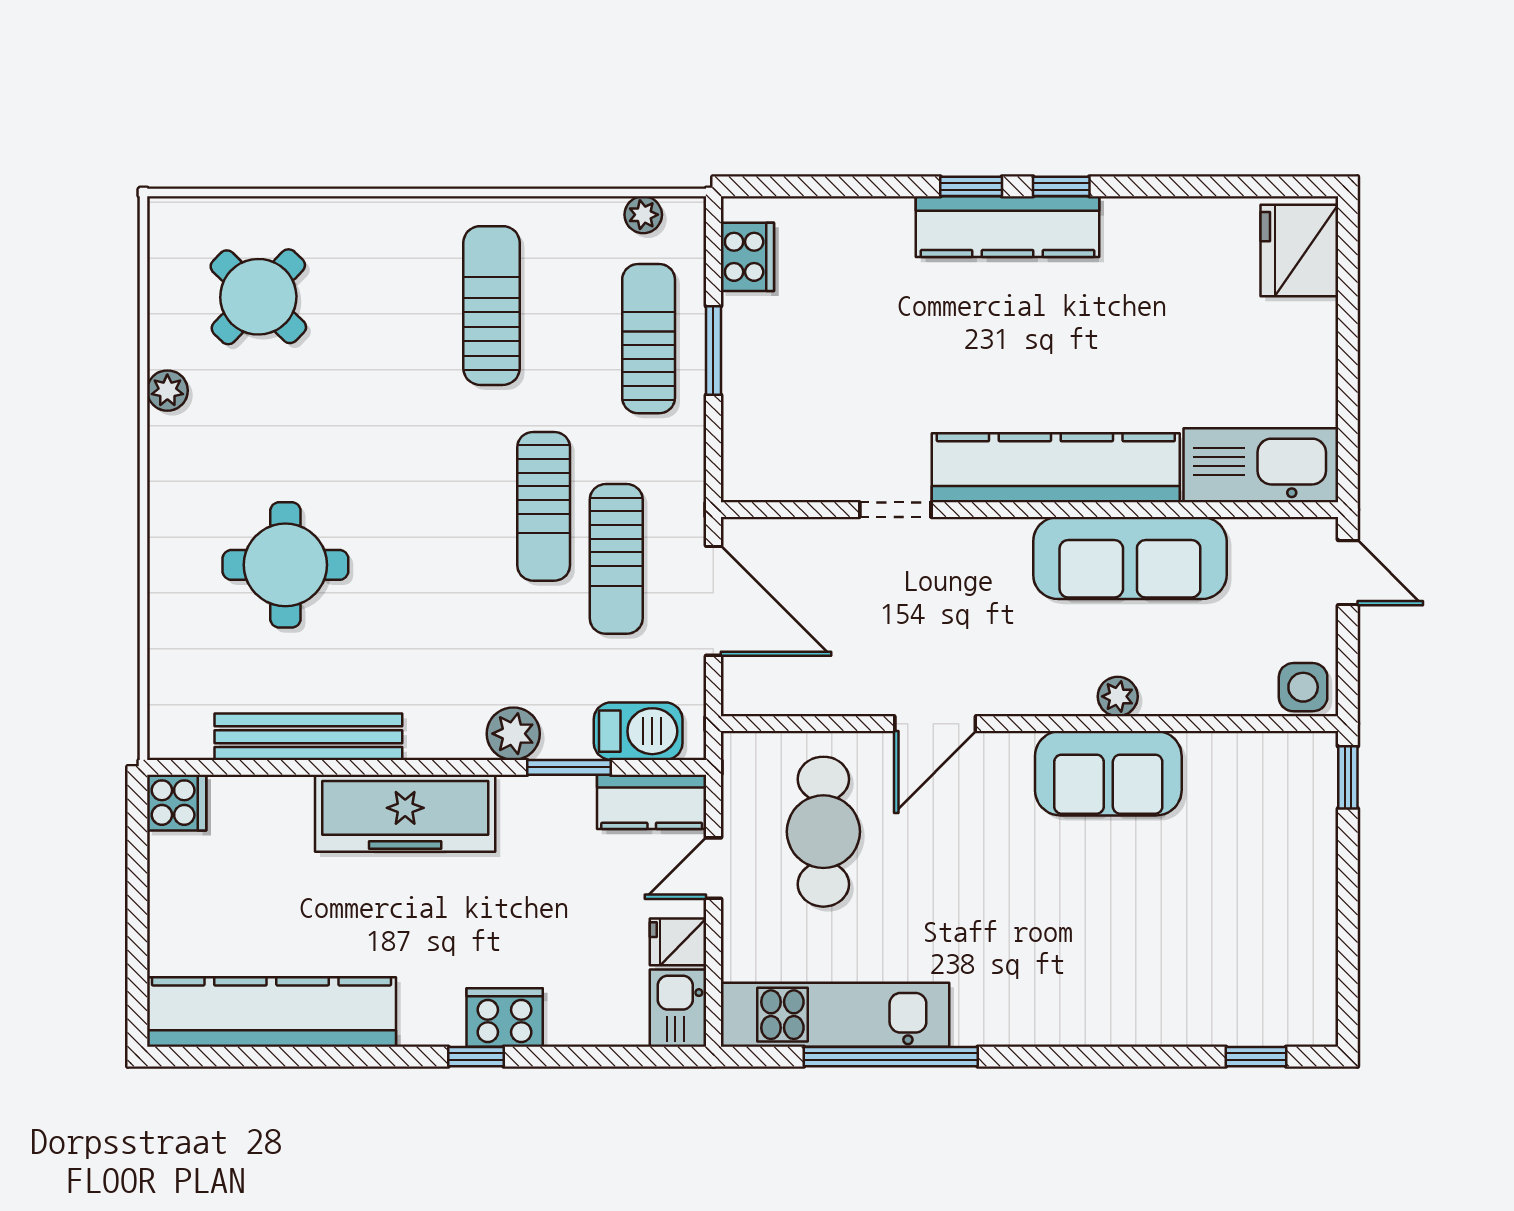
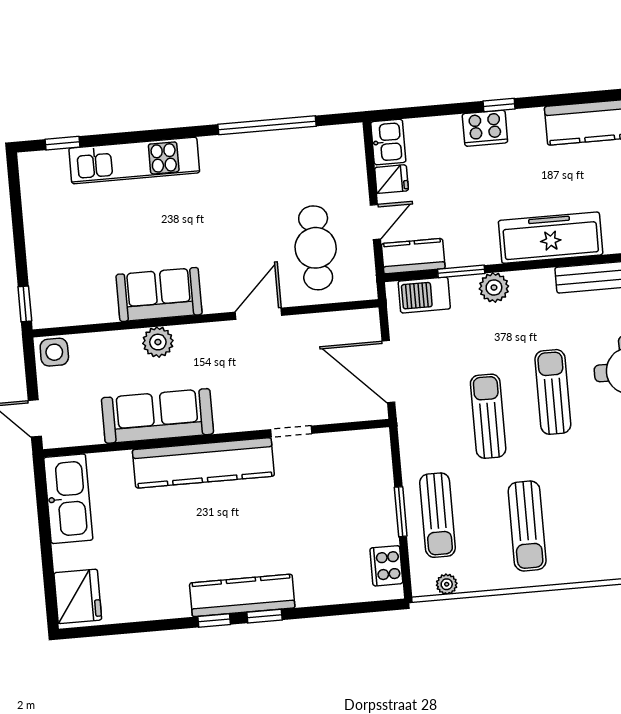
kitchen sink: (1261, 465) -> (68, 499), moved, turned -90
sun lounger: (616, 559) -> (553, 392), moved
plant: (1118, 696) -> (158, 342), width x1.38, depth x1.38
kitchen unit: (835, 1015) -> (134, 160), moved

